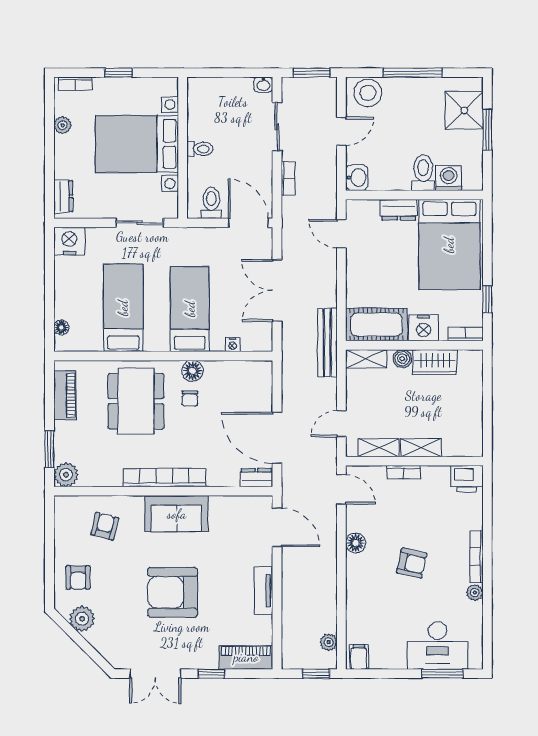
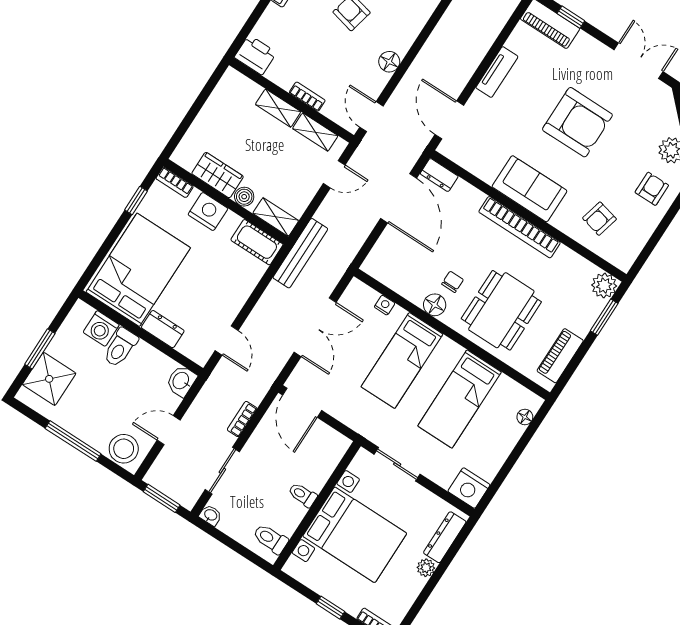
plant: (62, 125) -> (426, 568), moved
dresser: (63, 196) -> (445, 537), width x1.44
toilet: (211, 203) -> (270, 539), moved, turned 90
cot: (376, 325) -> (257, 242), width x0.73, depth x0.75
window: (211, 674) -> (571, 17), moved

